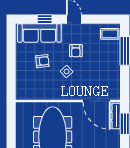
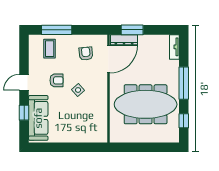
coffee table: (110, 34) -> (50, 49), moved
armchair: (42, 61) -> (86, 54), moved

